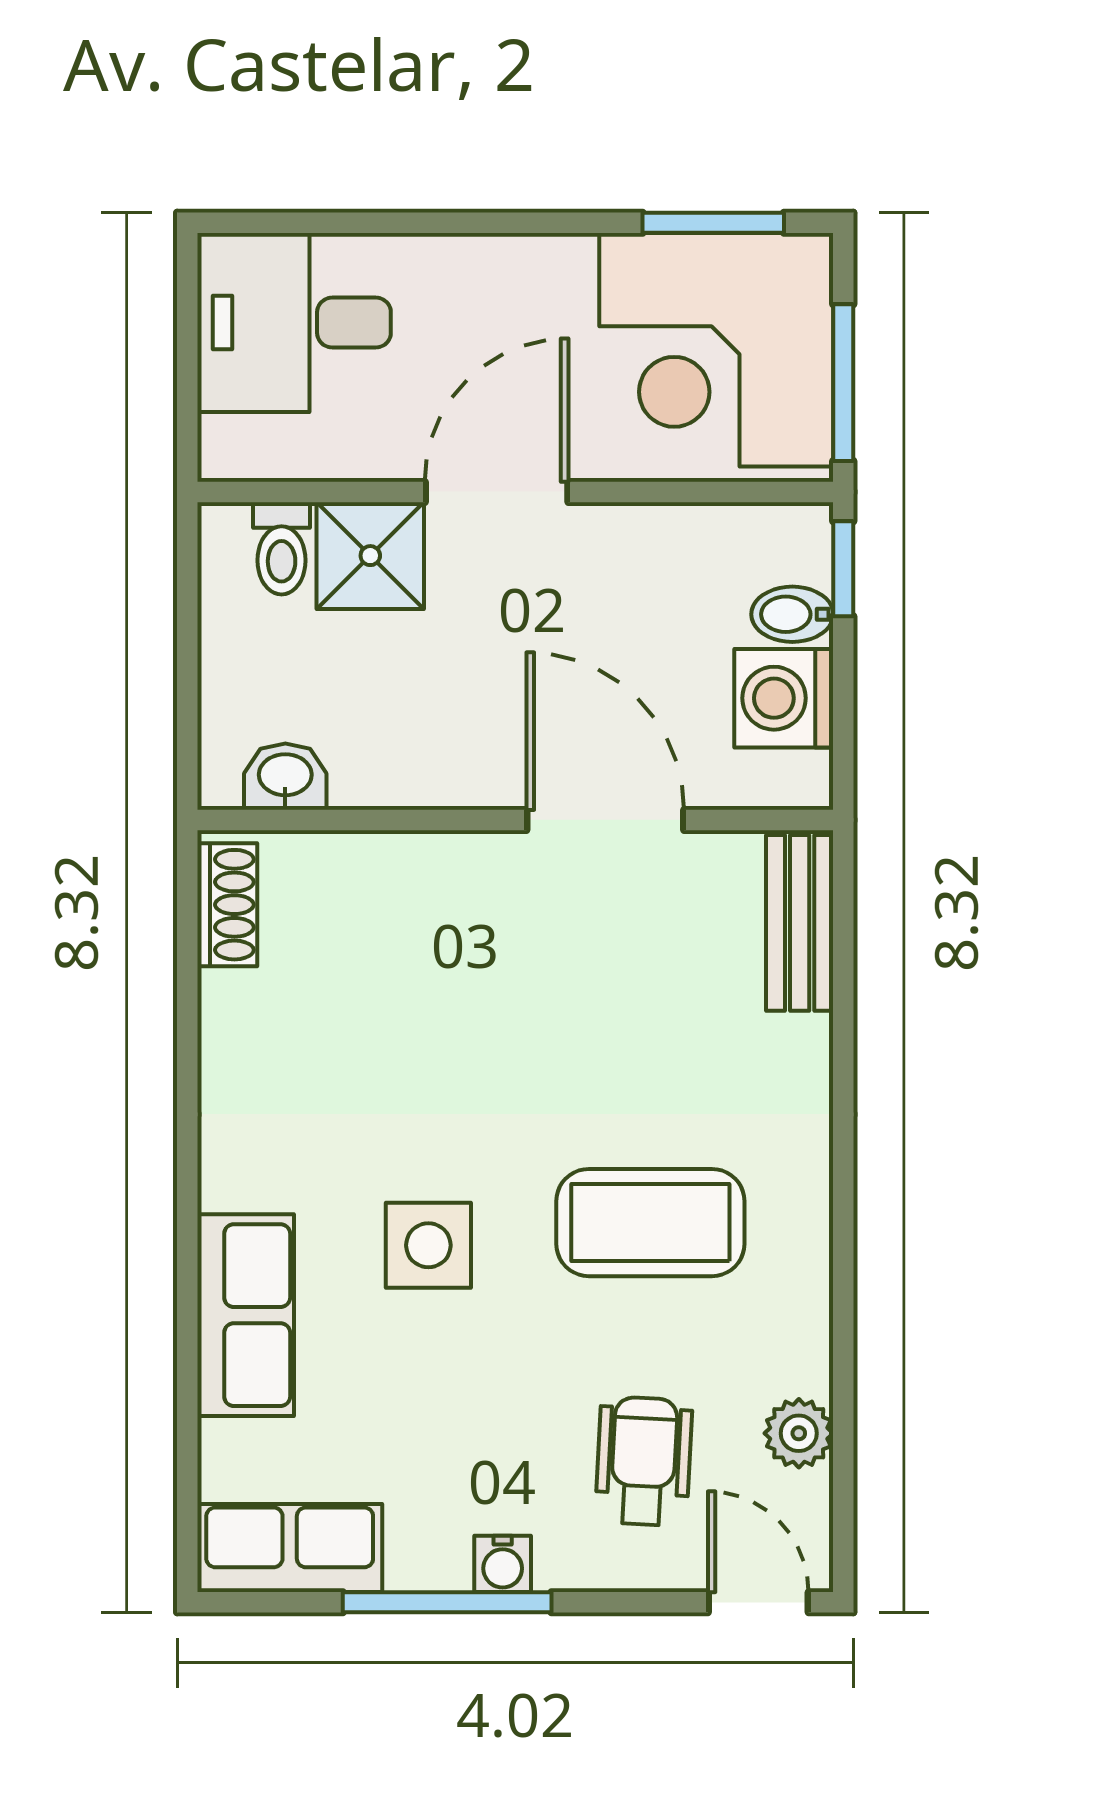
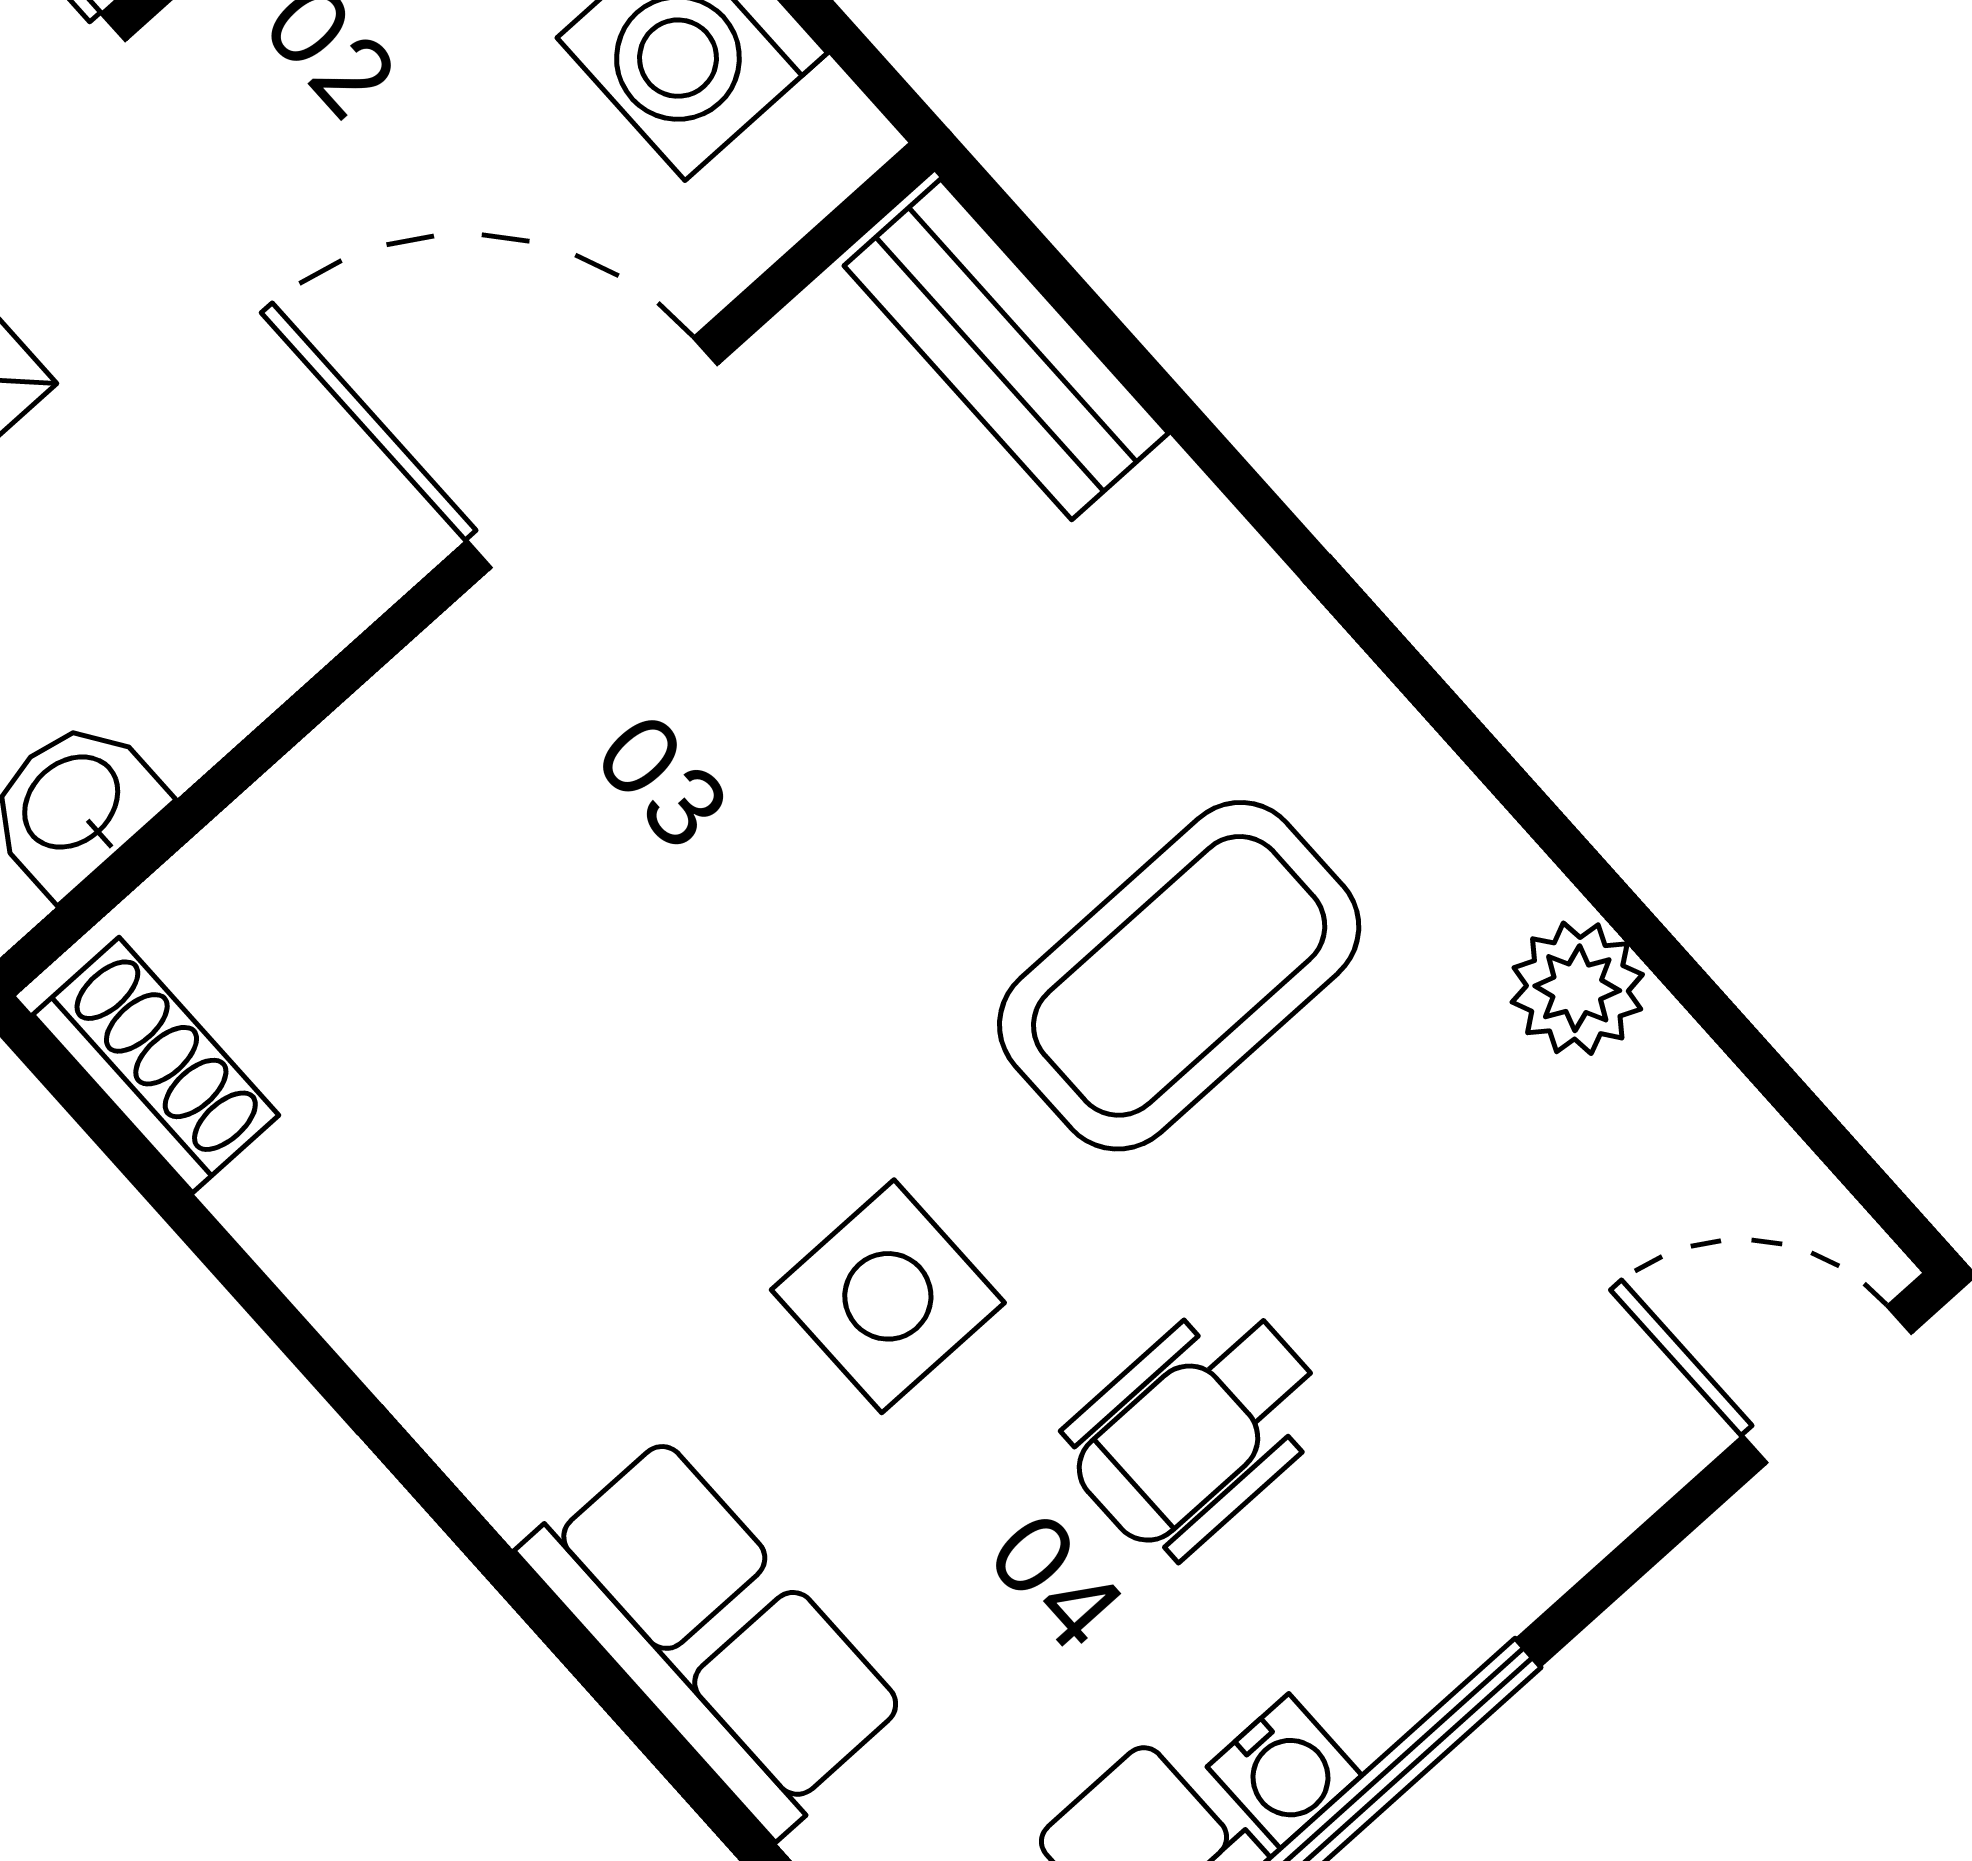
plant: (799, 1433) -> (1577, 988), moved
wheelchair: (644, 1461) -> (1196, 1428), moved, turned -93
water cooler: (503, 1564) -> (1285, 1771), moved

